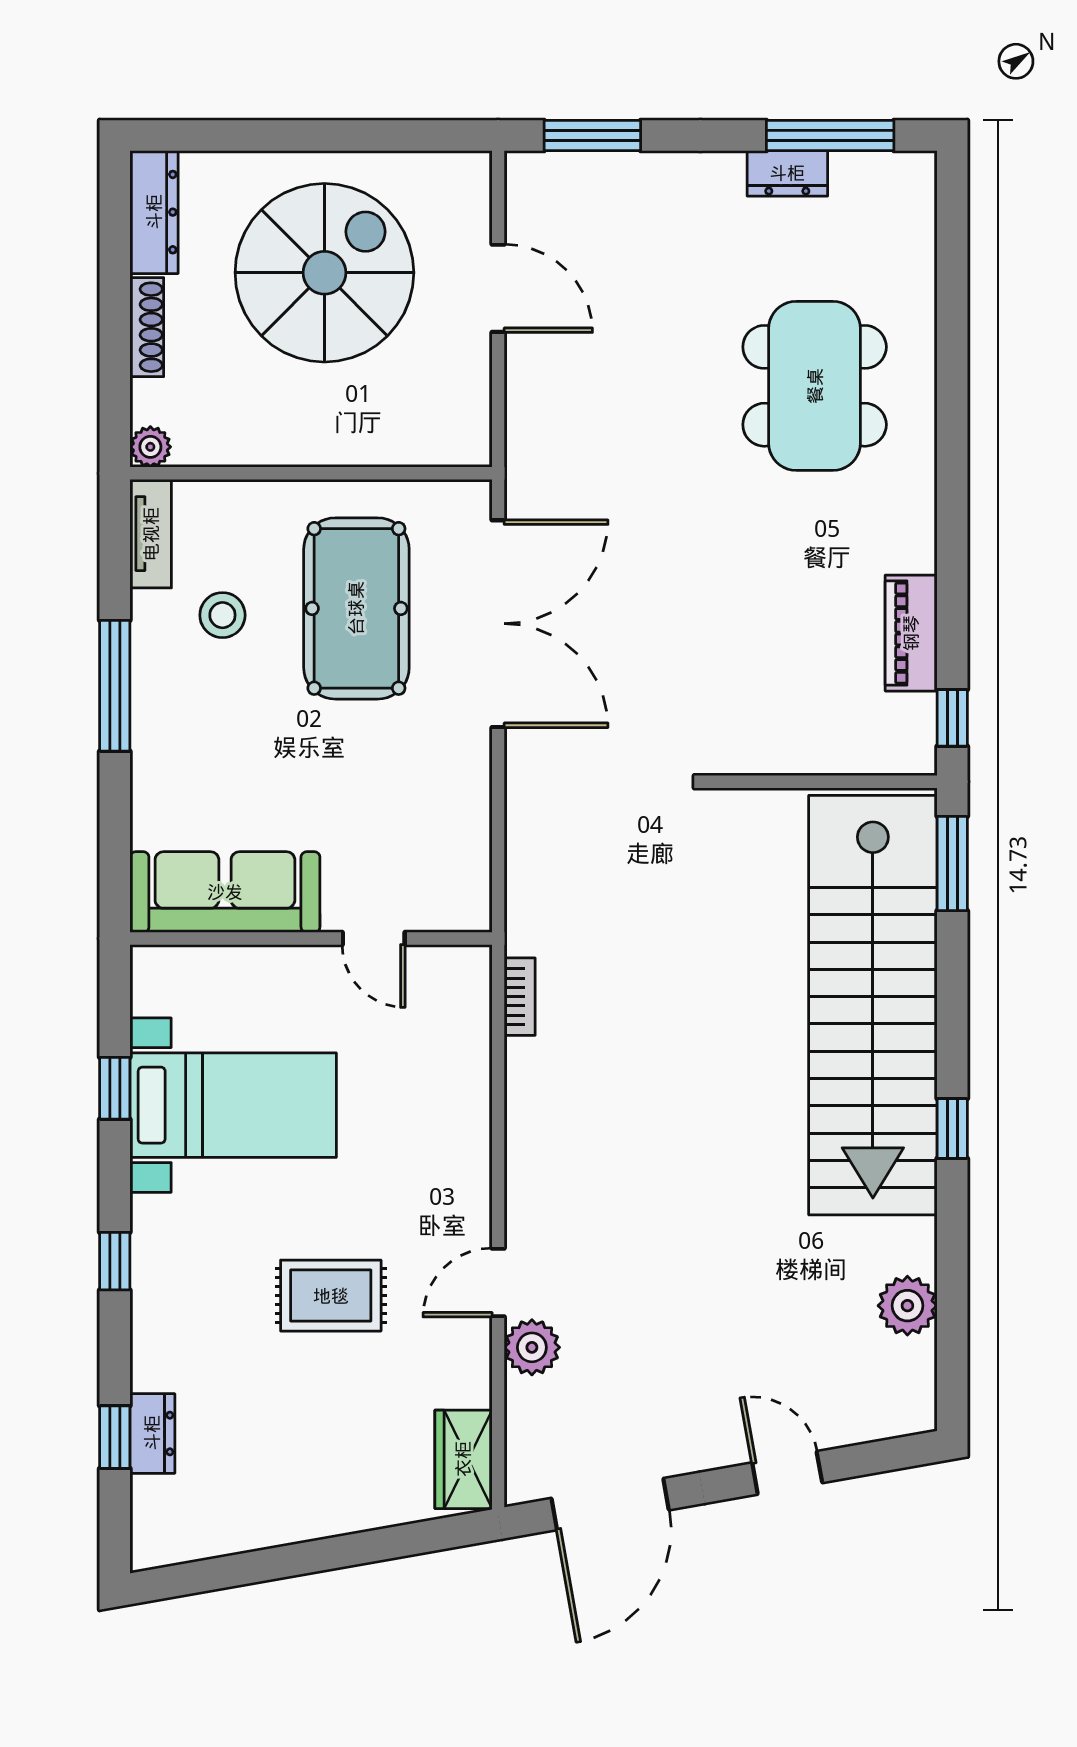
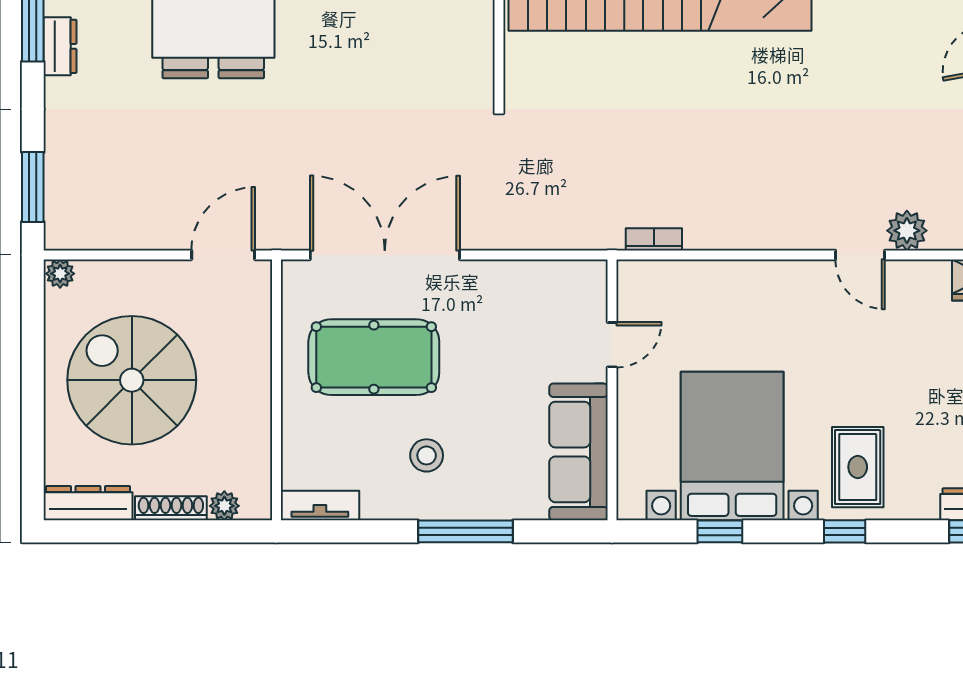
plant: (472, 173) -> (60, 274), added
door: (498, 288) -> (223, 255), moved
plant: (150, 447) -> (224, 506), moved
stool: (222, 615) -> (427, 455), moved
window: (115, 686) -> (465, 531), moved
bed with nightstands: (233, 1105) -> (732, 446), width x1.36
rug: (331, 1296) -> (858, 467), moved

